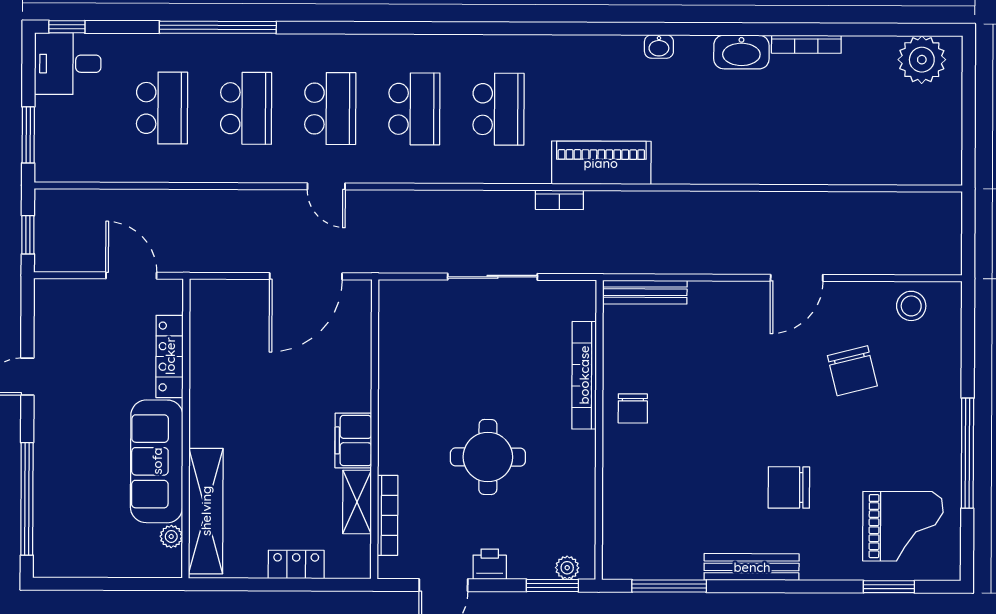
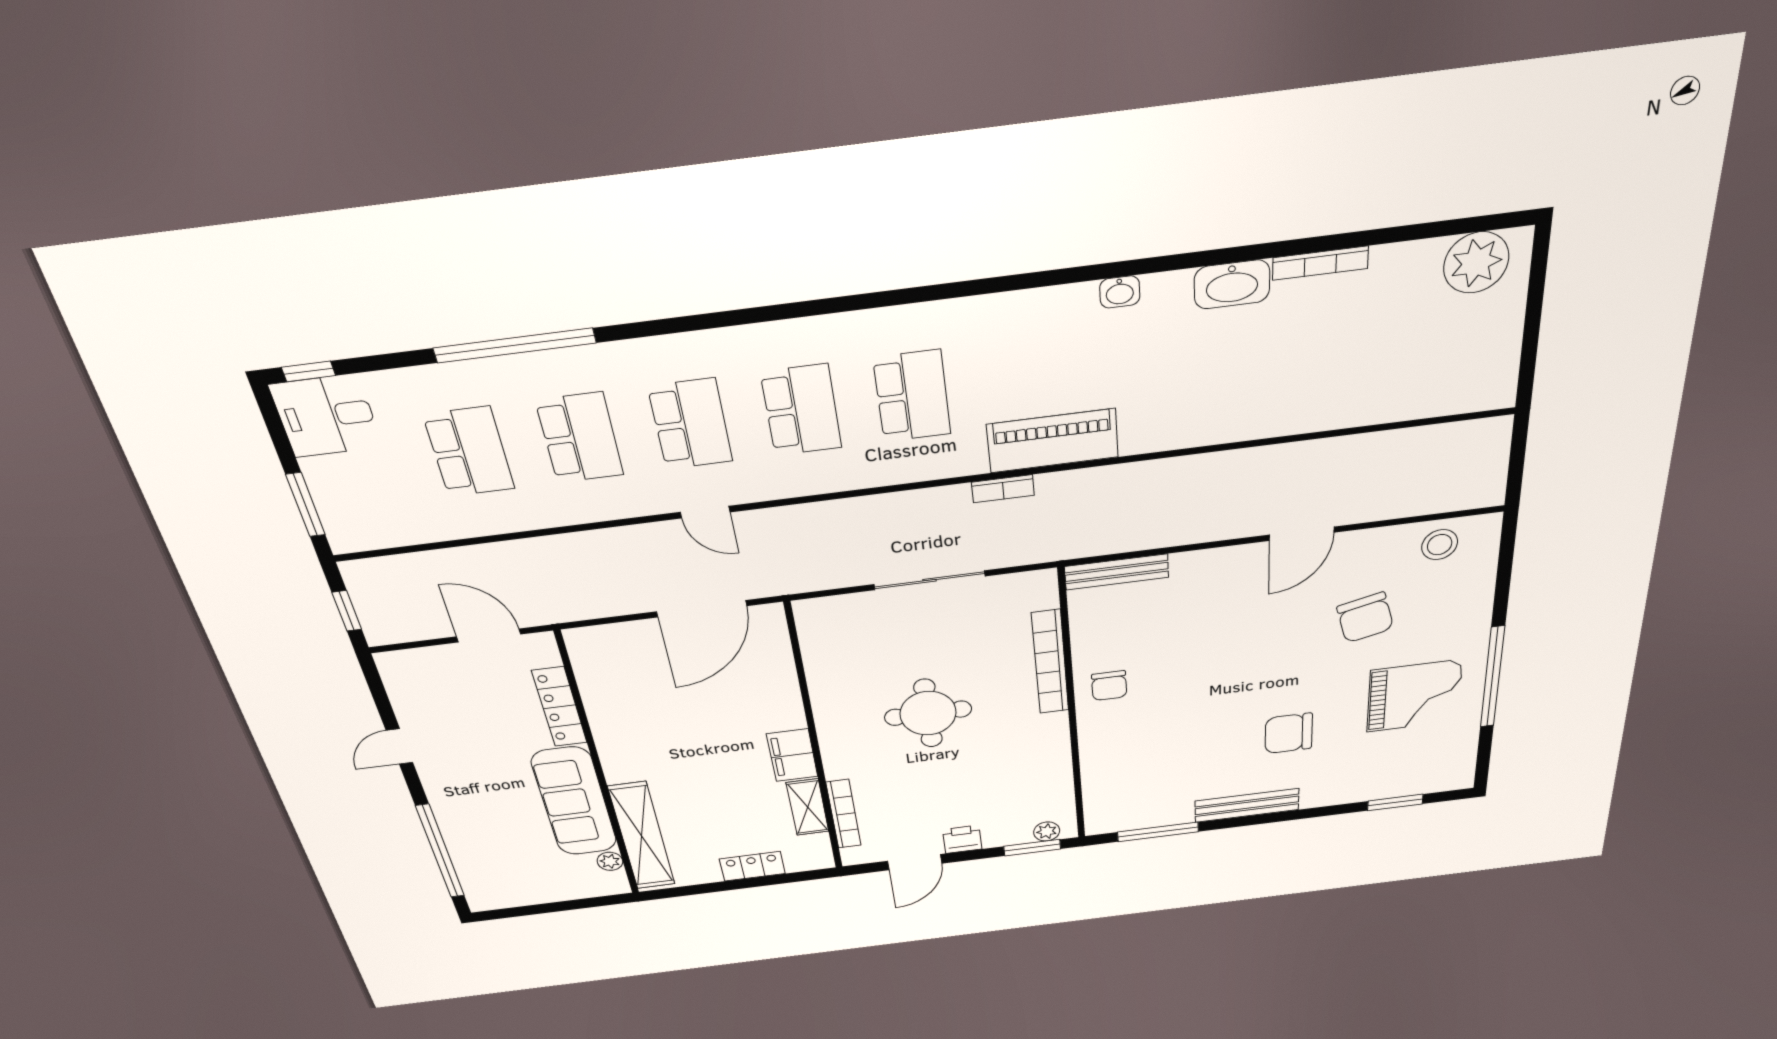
round table: (488, 457) -> (928, 713), moved
grand piano: (903, 526) -> (1414, 696), moved

